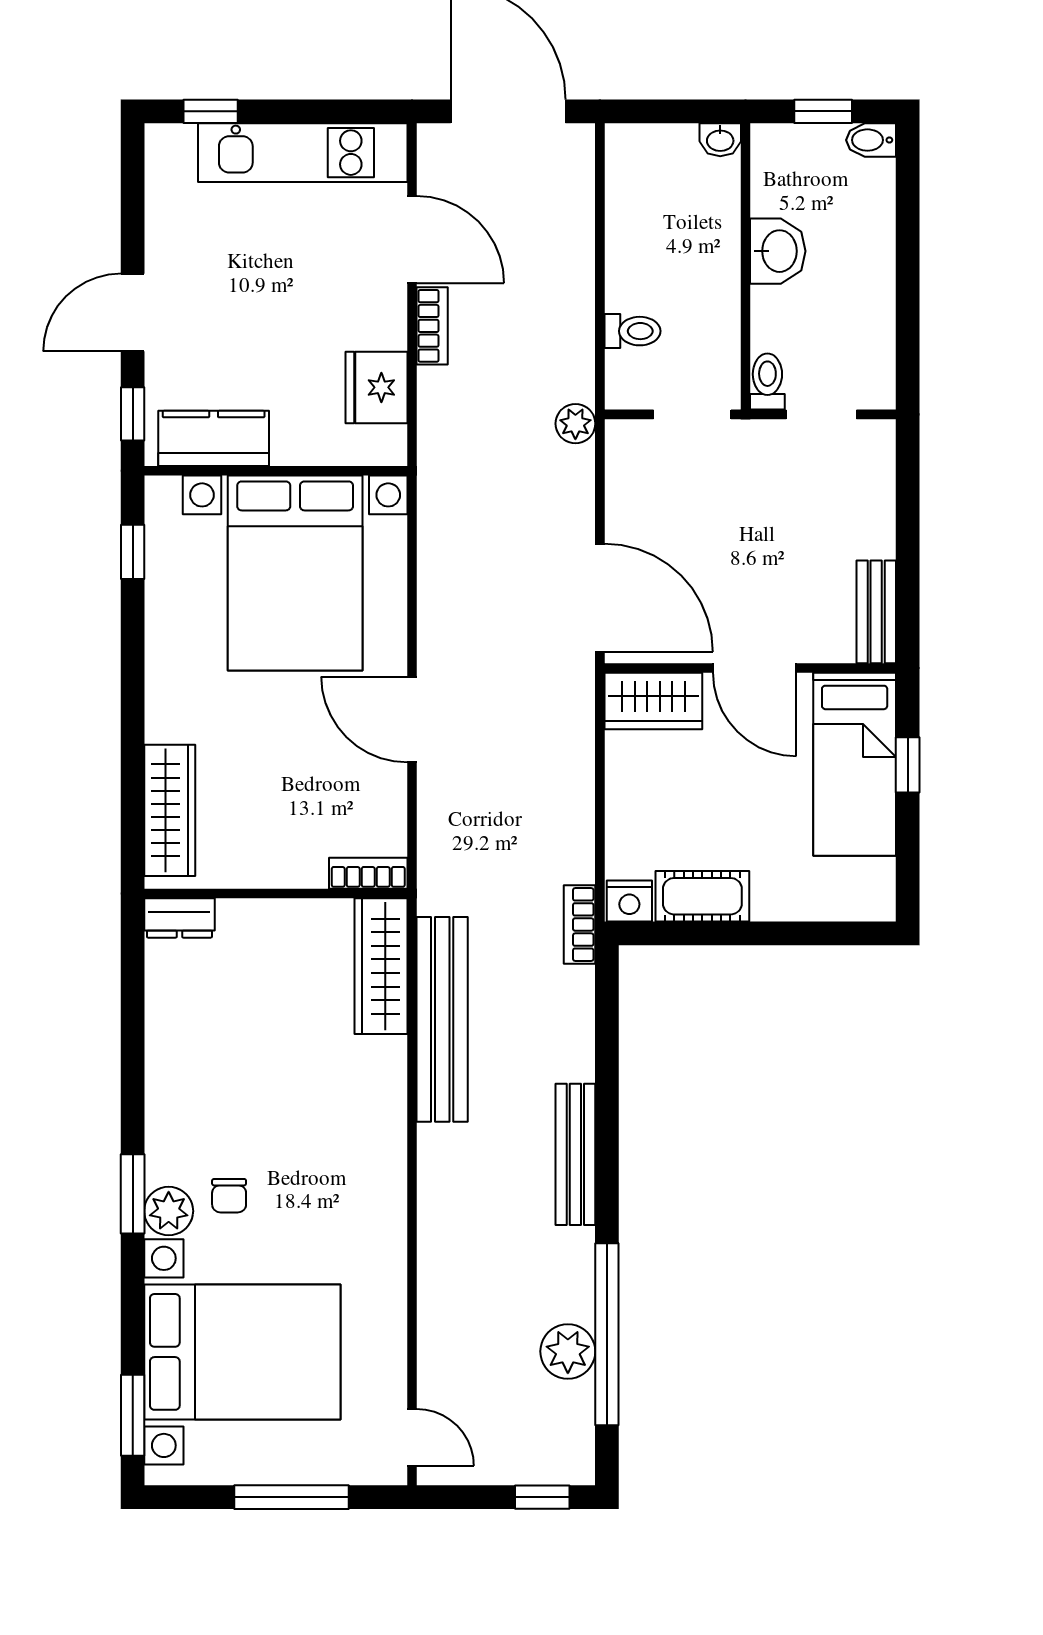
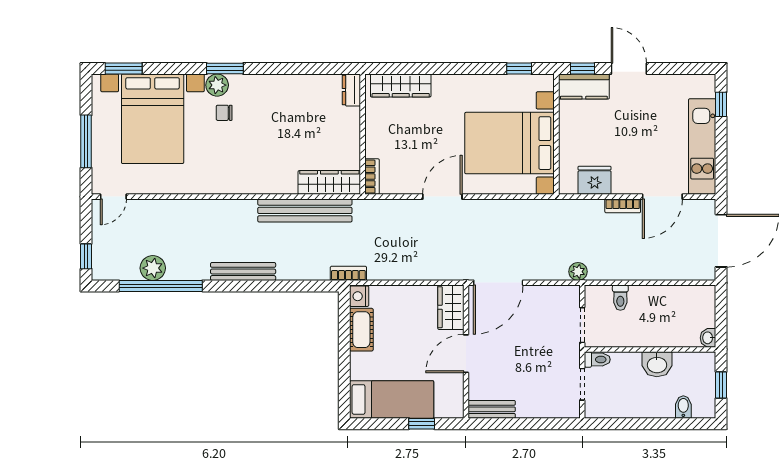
bidet: (871, 140) -> (683, 407), moved
kitchen counter: (214, 438) -> (584, 87), moved, turned 90
bed: (855, 764) -> (392, 399), moved, turned 180

